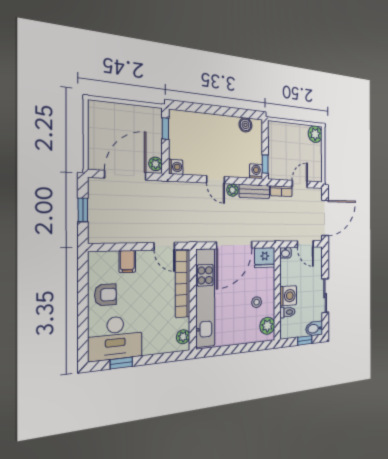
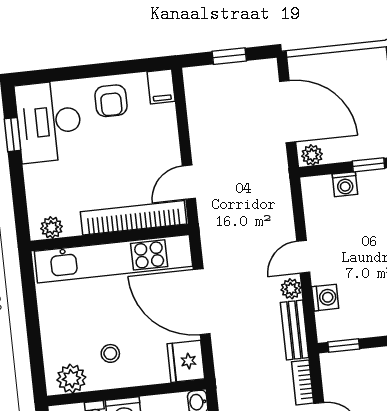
washing machine: (176, 167) -> (345, 184), moved
washing machine: (256, 171) -> (325, 298), moved
filing cabinet: (127, 261) -> (161, 87), moved, turned -90

